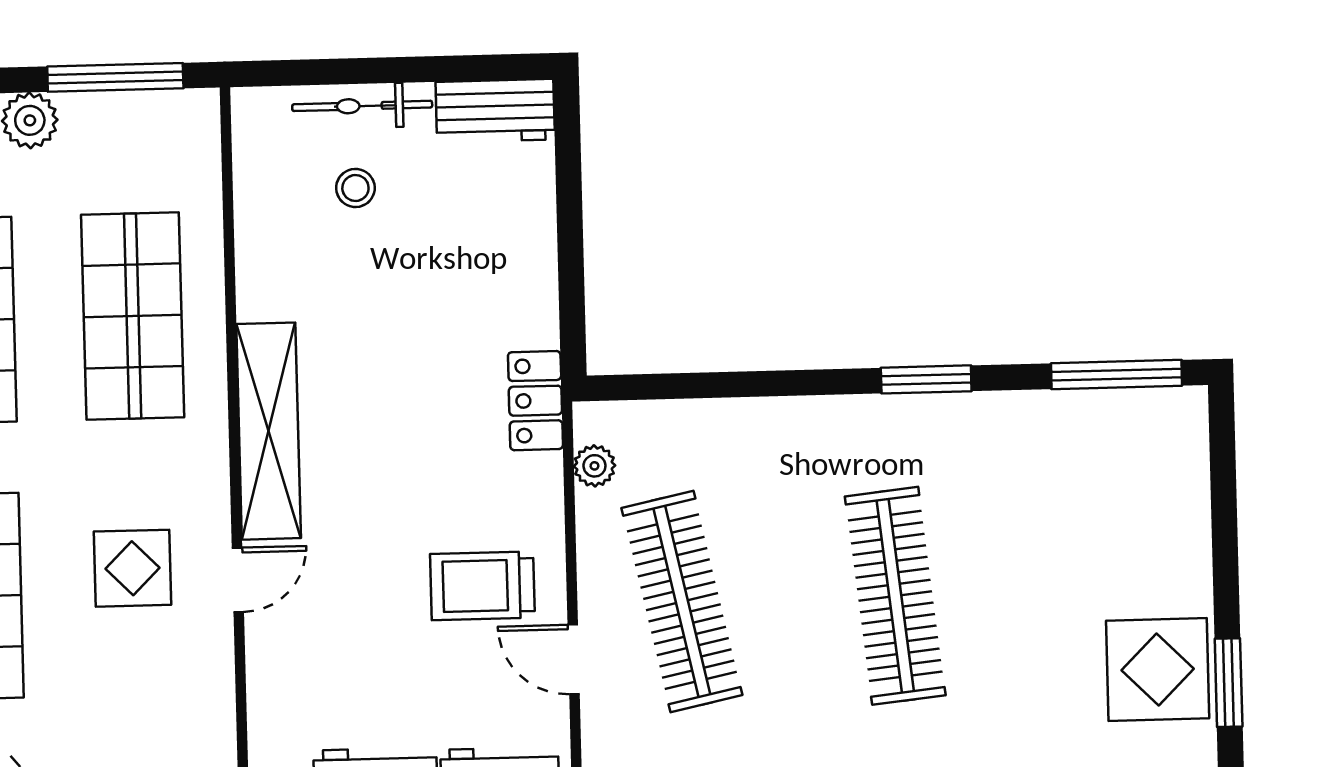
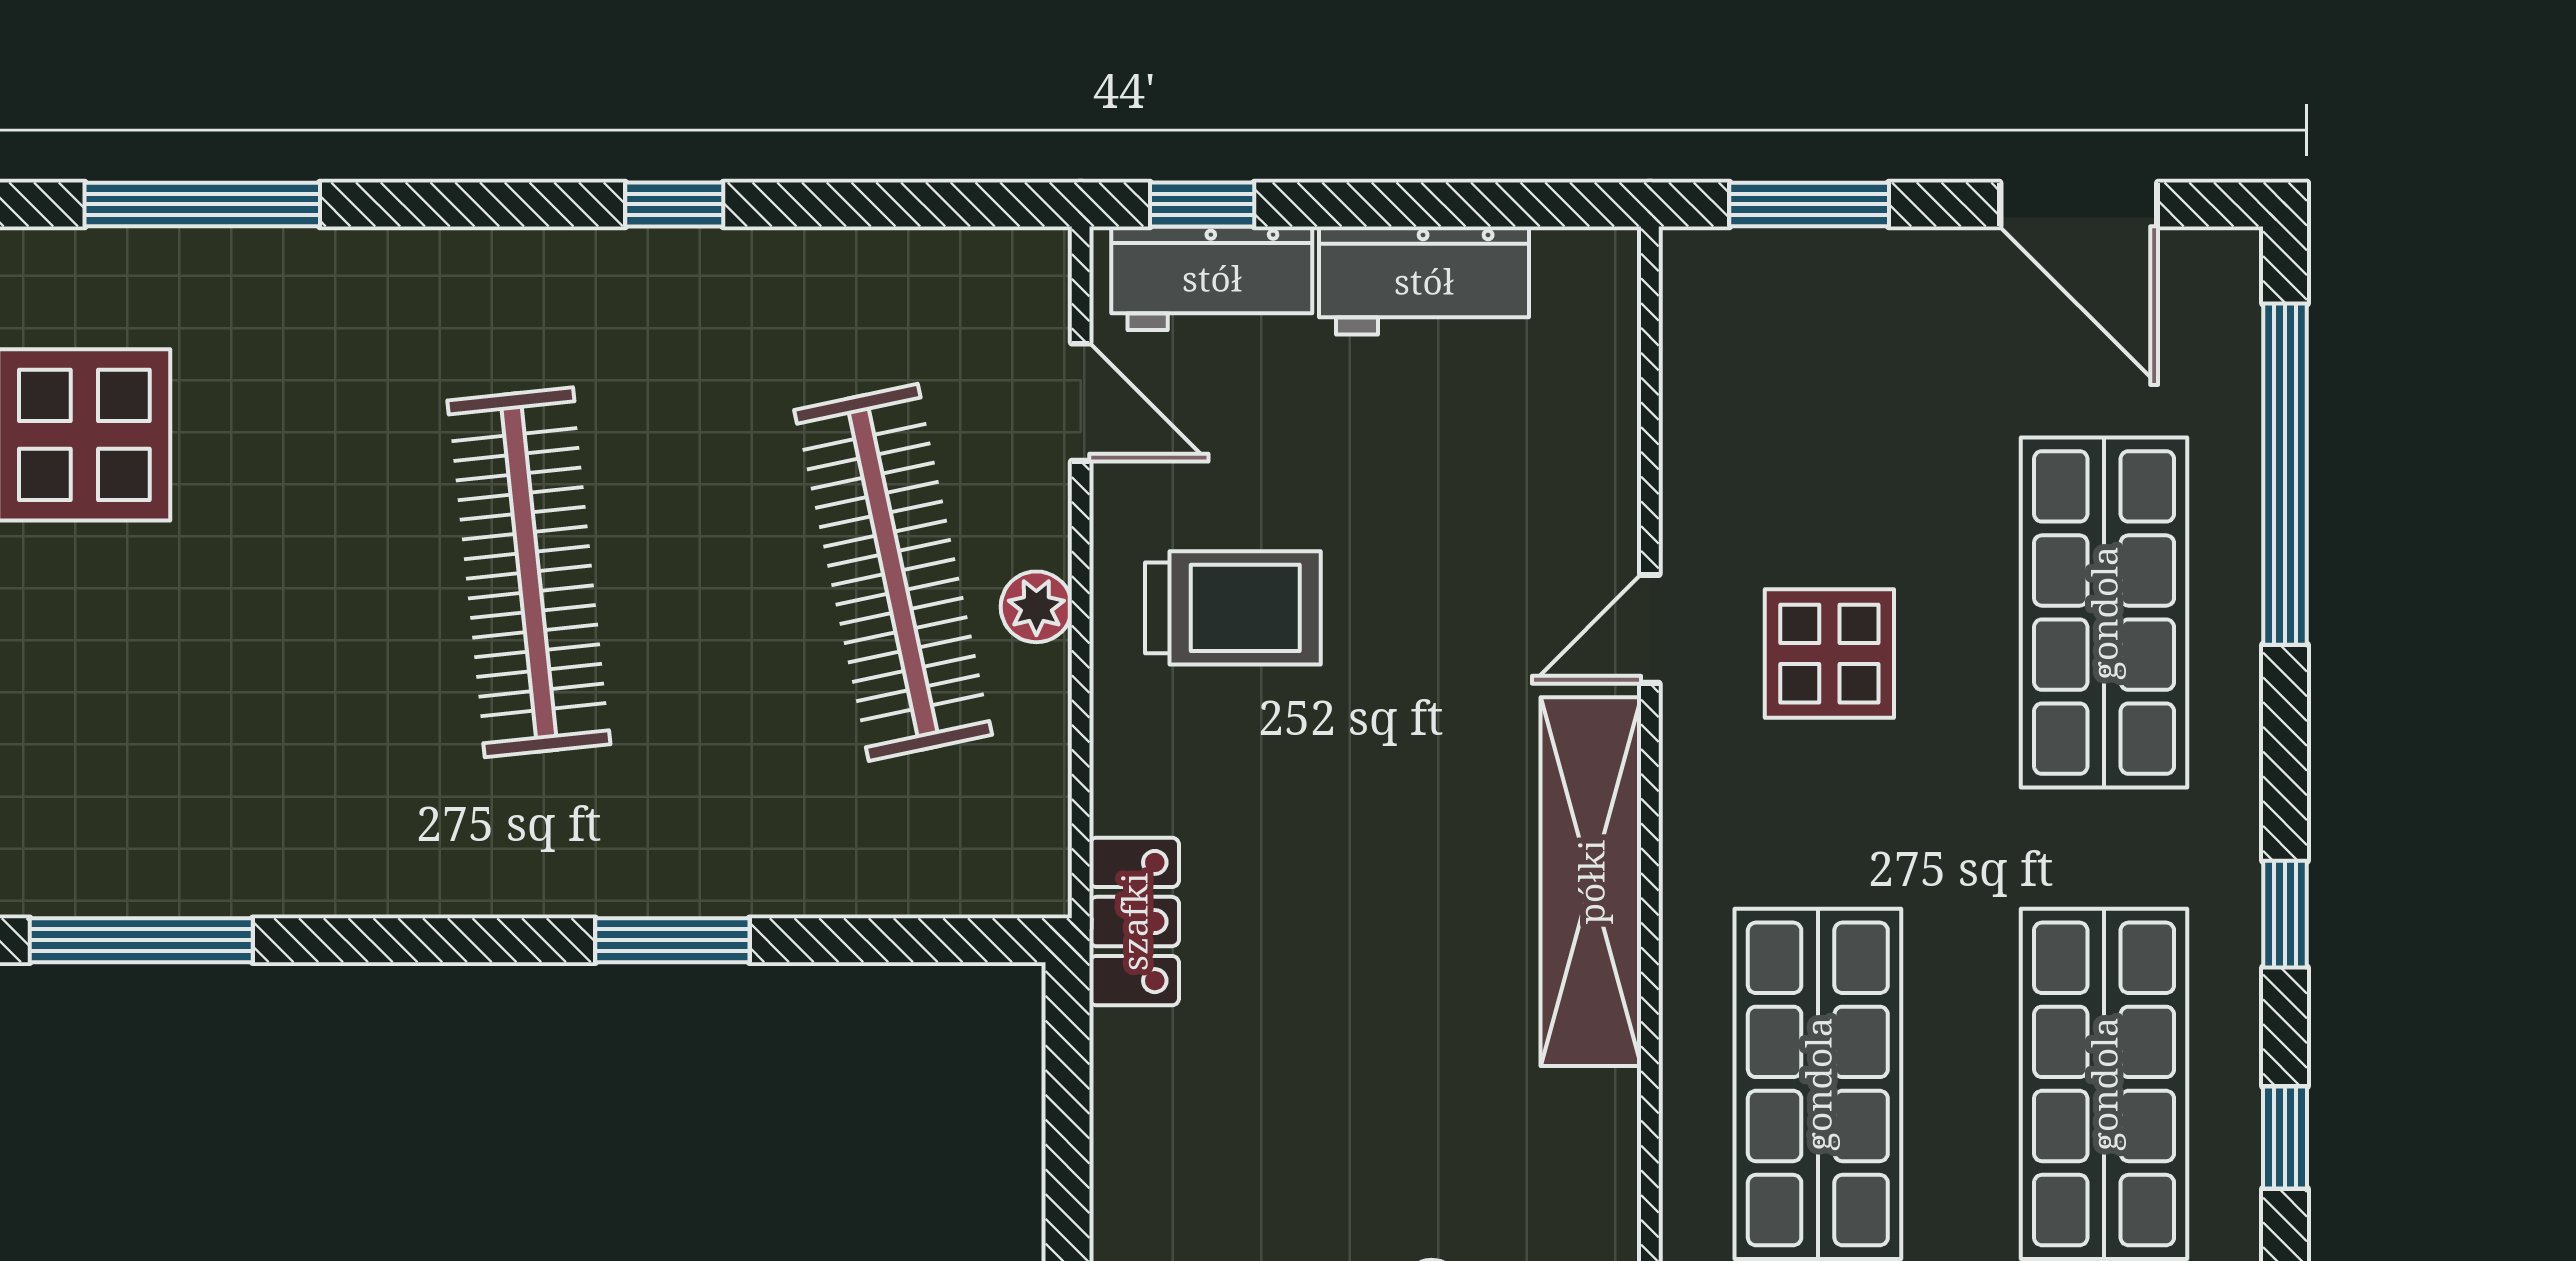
window: (926, 379) -> (672, 940), moved
plant: (594, 466) -> (1036, 607), moved
door: (574, 659) -> (1081, 402), moved

